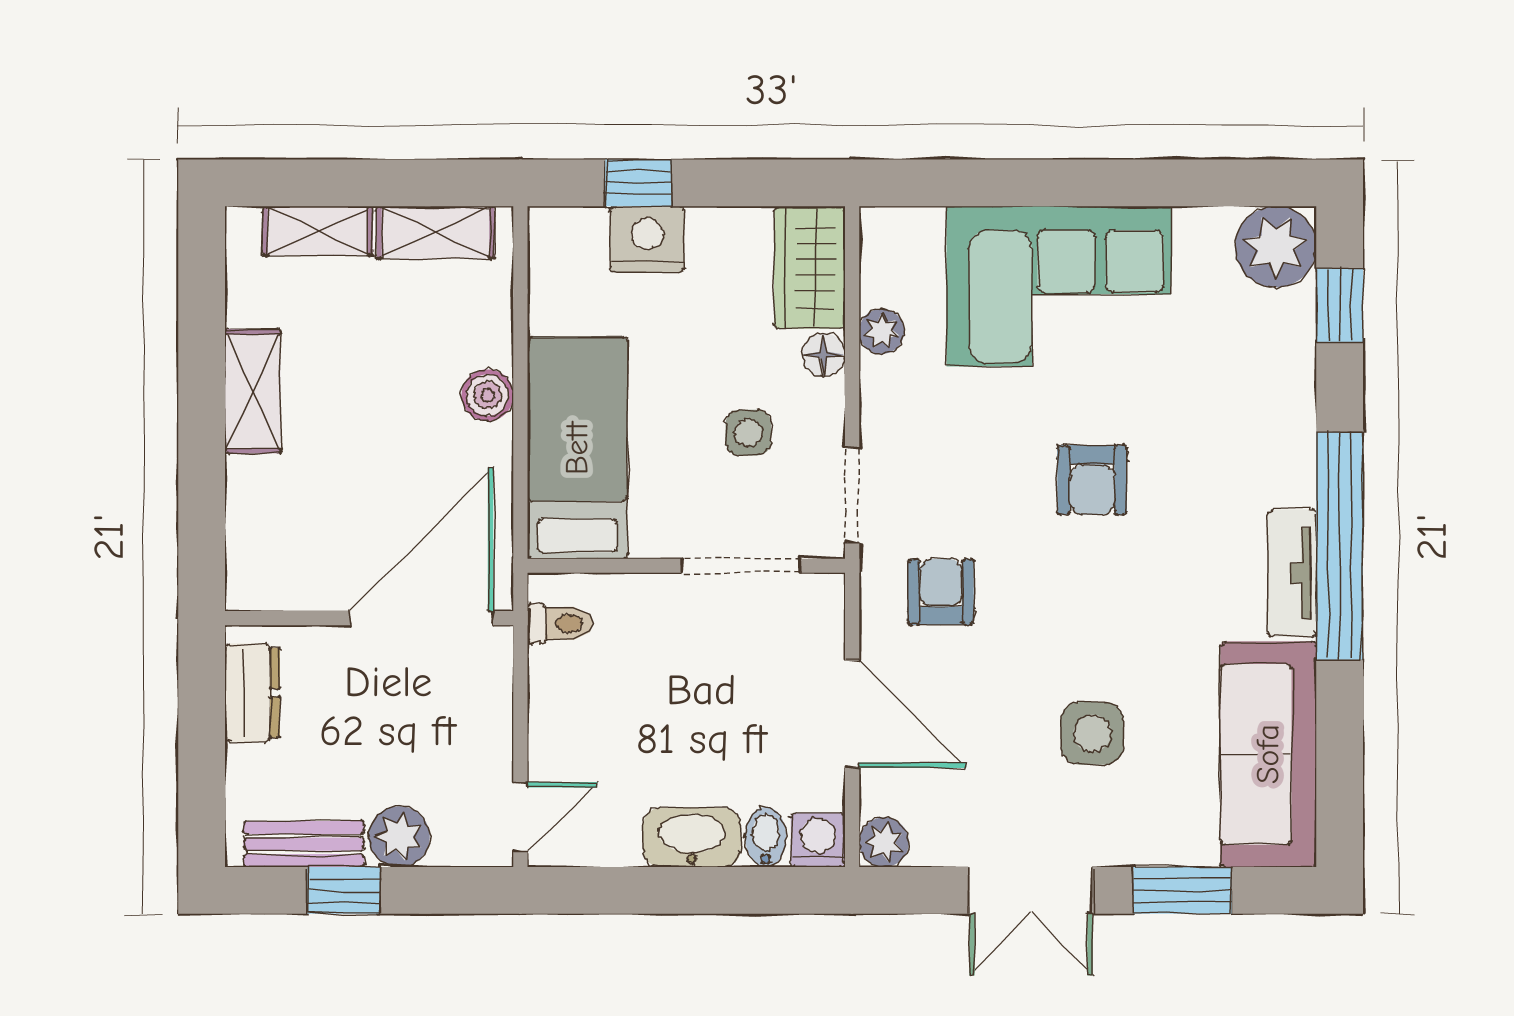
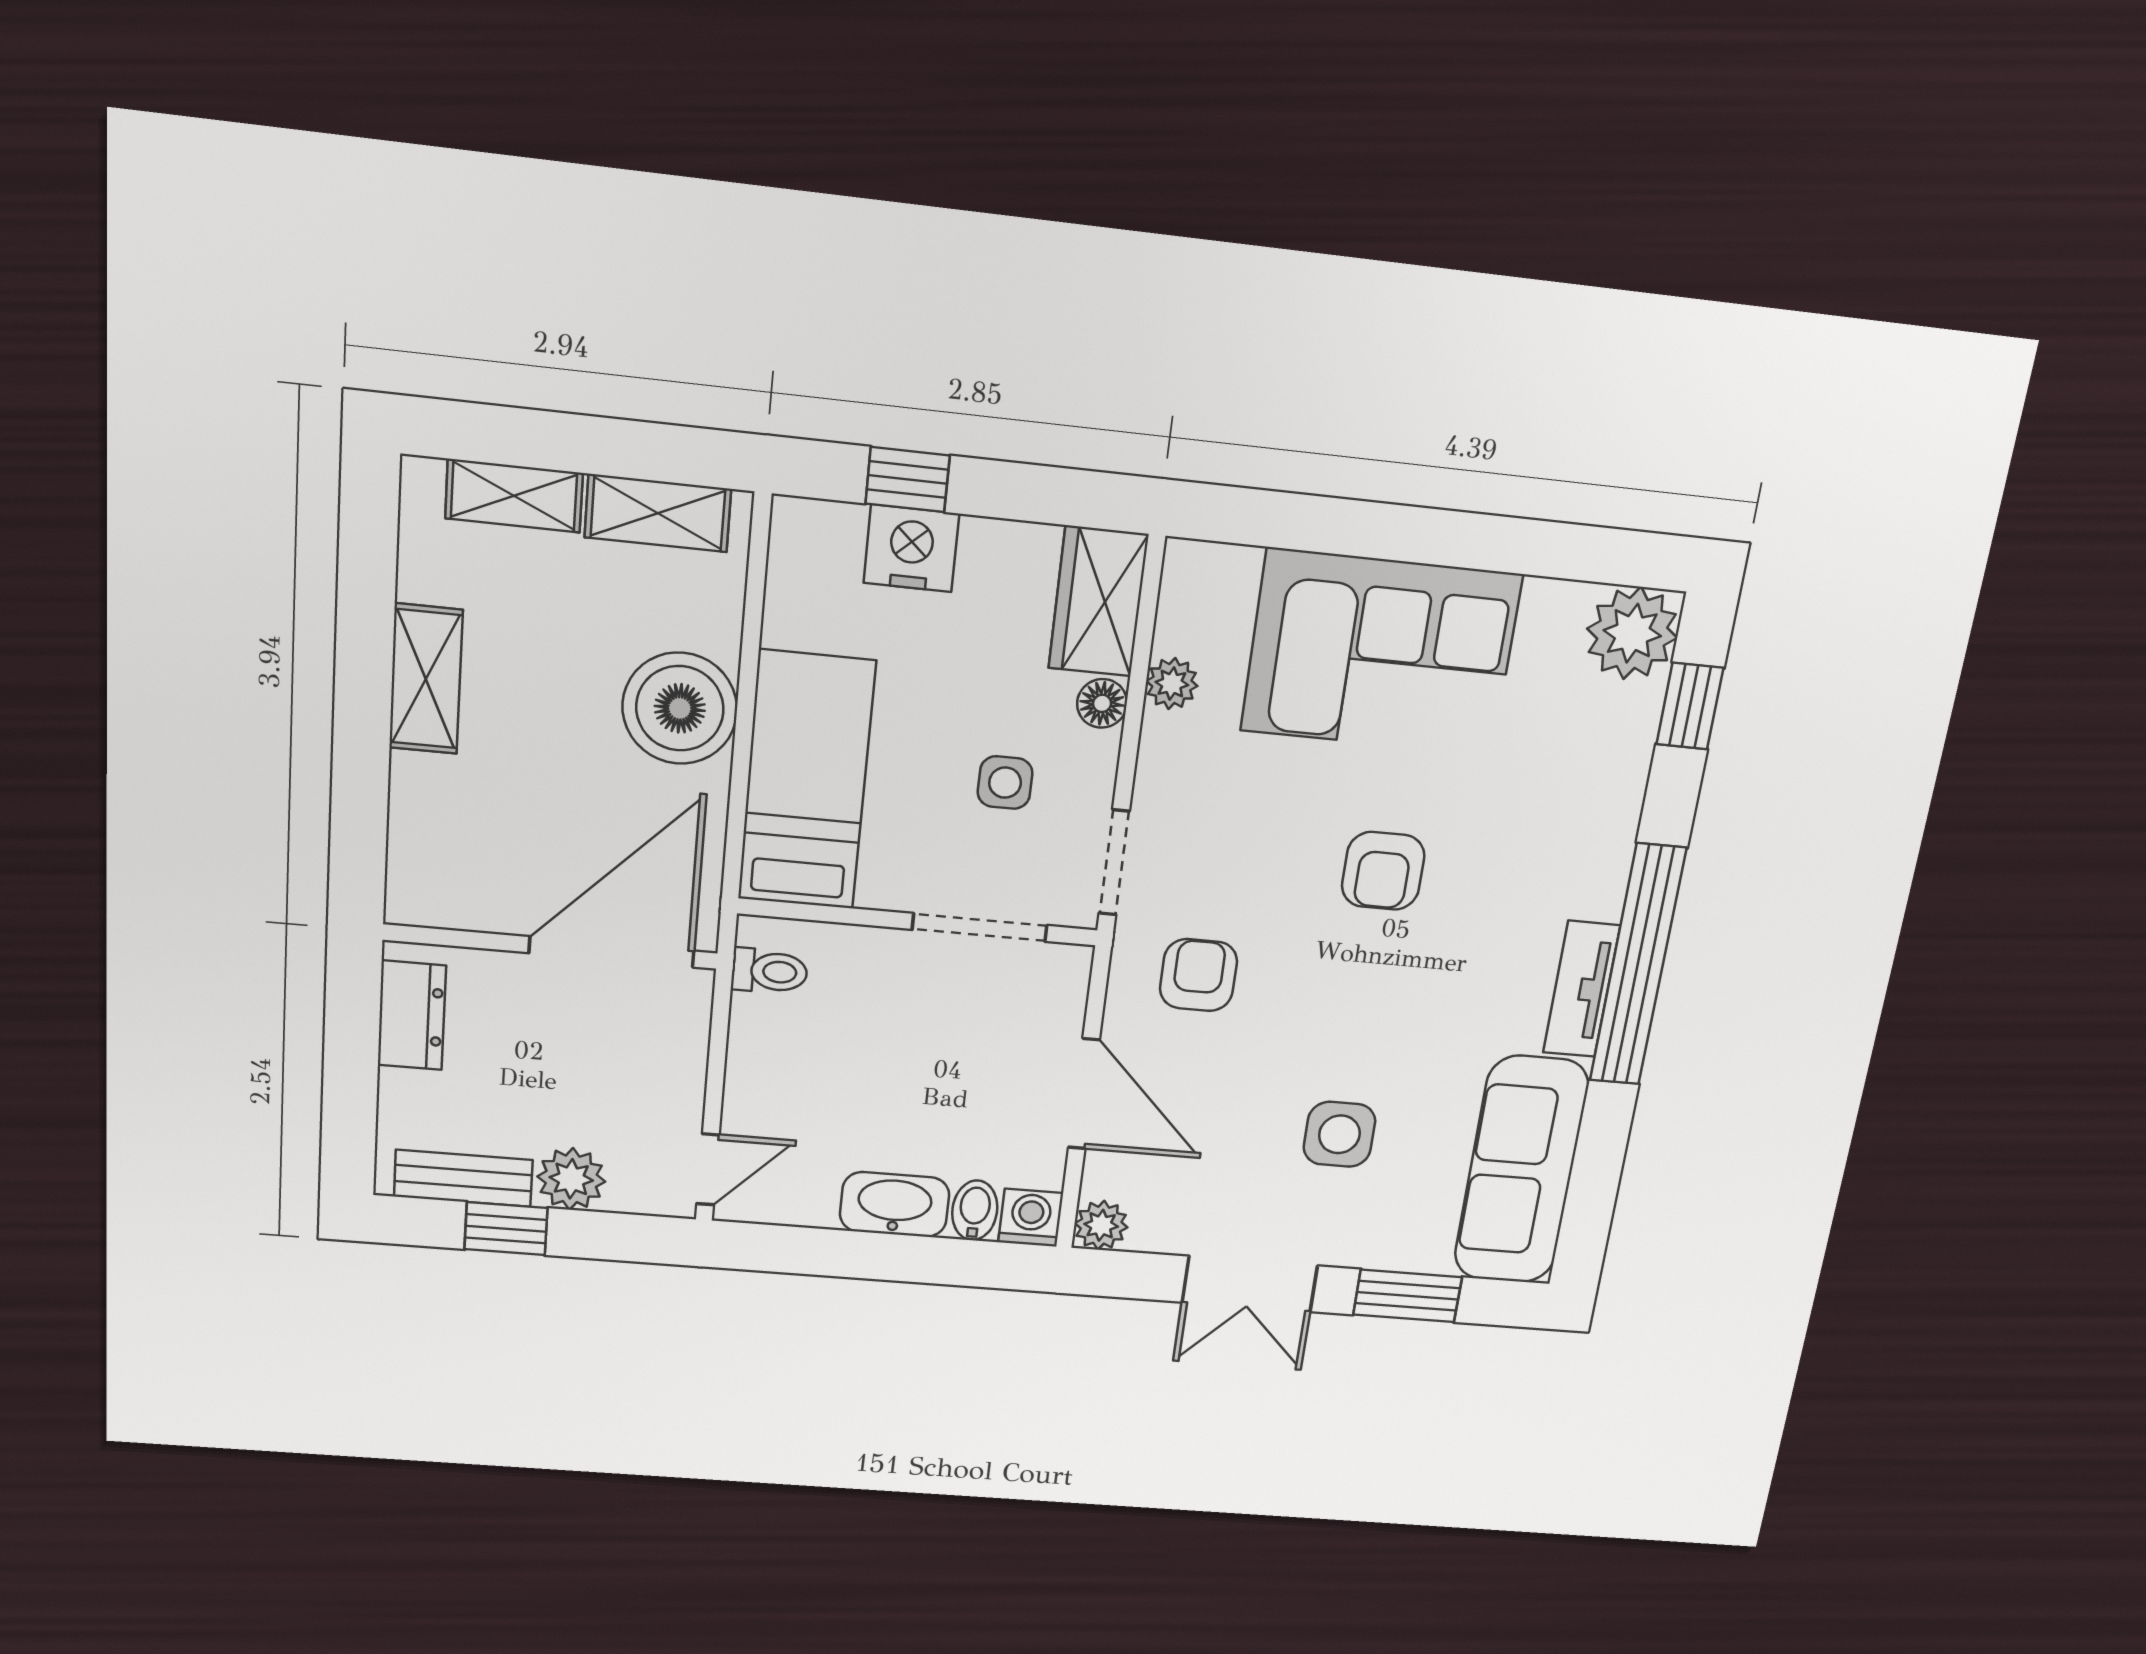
boiler: (488, 395) -> (680, 708), width x1.86, depth x1.86

